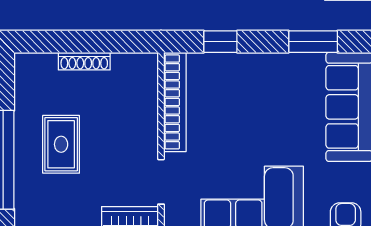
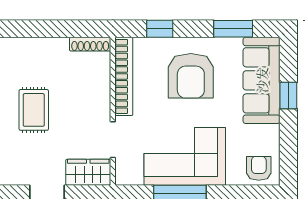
shoe rack: (84, 61) -> (90, 44), moved
armchair: (260, 101) -> (191, 76), added

